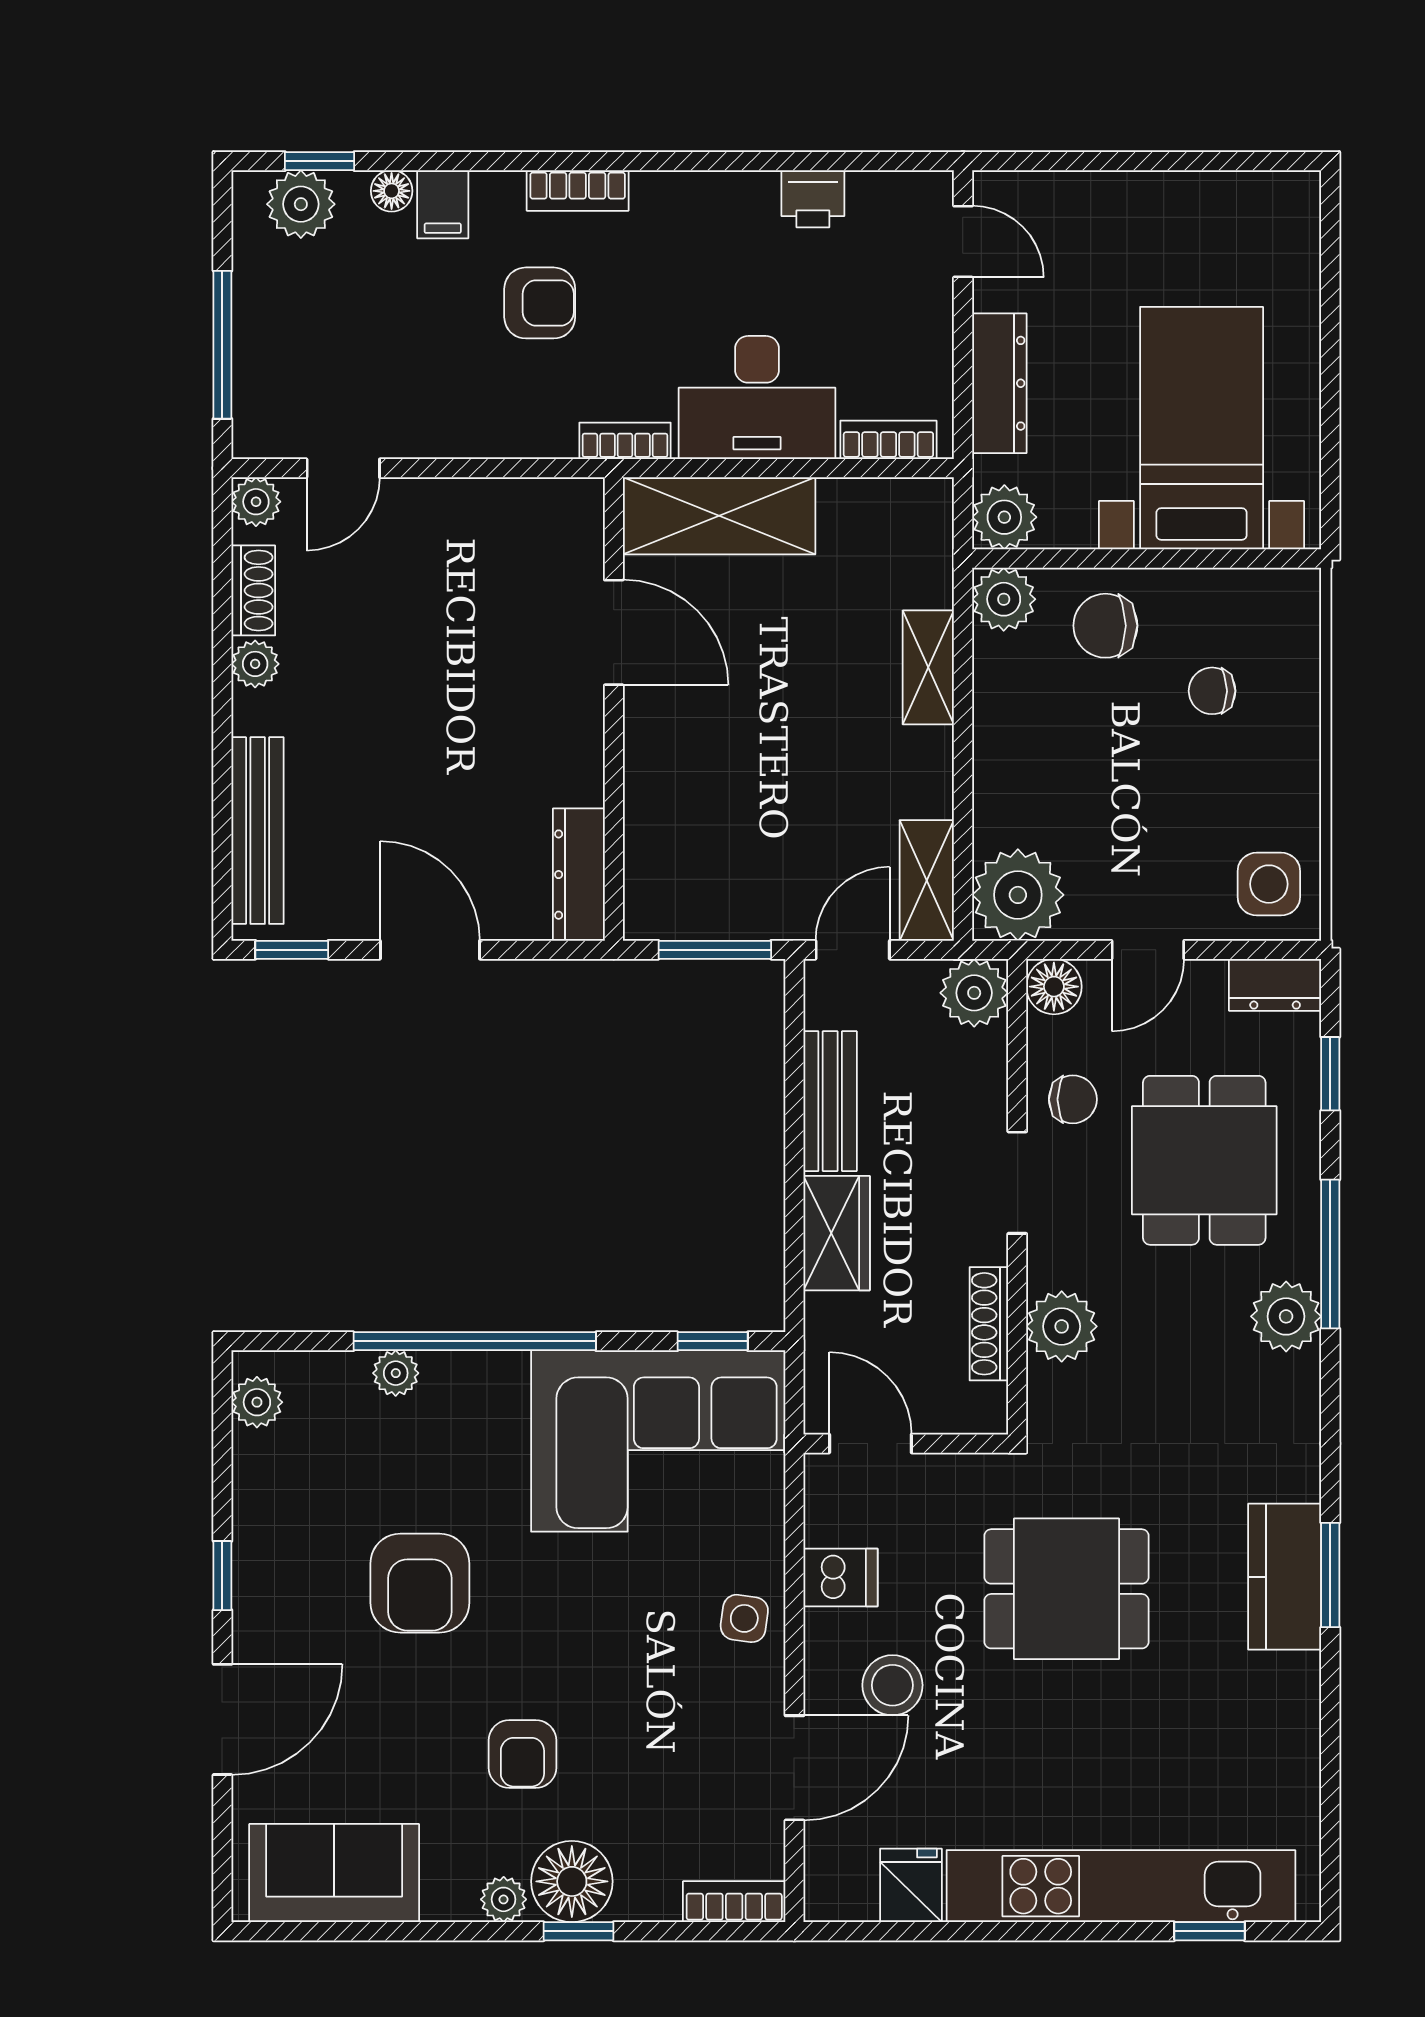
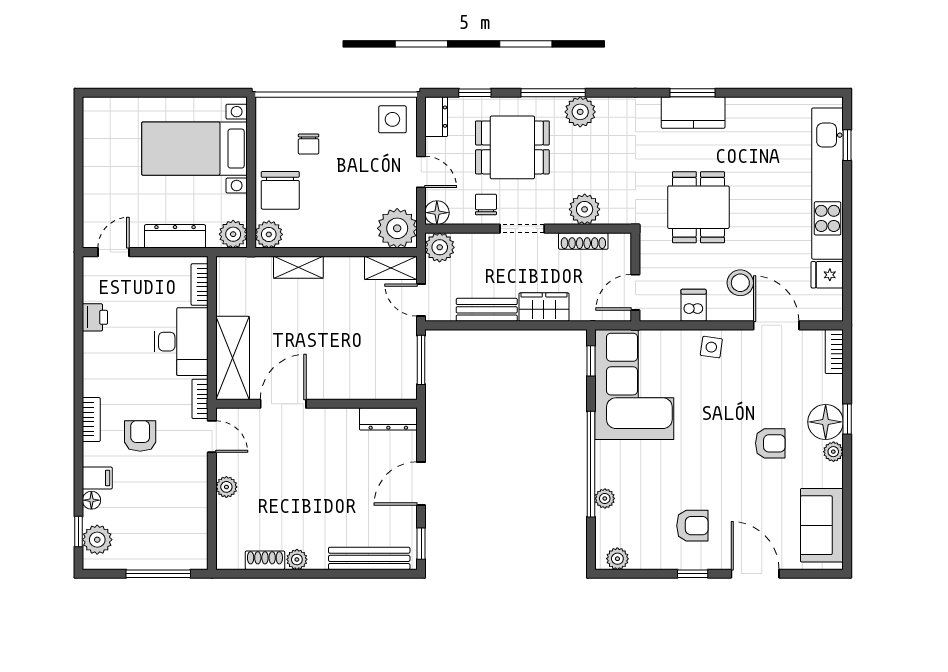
door: (343, 468) -> (212, 437), moved
plant: (256, 502) -> (226, 487), moved
chair: (1105, 626) -> (280, 190), width x1.37, depth x1.37
armchair: (420, 1583) -> (692, 526), moved, width x0.72, depth x0.72

